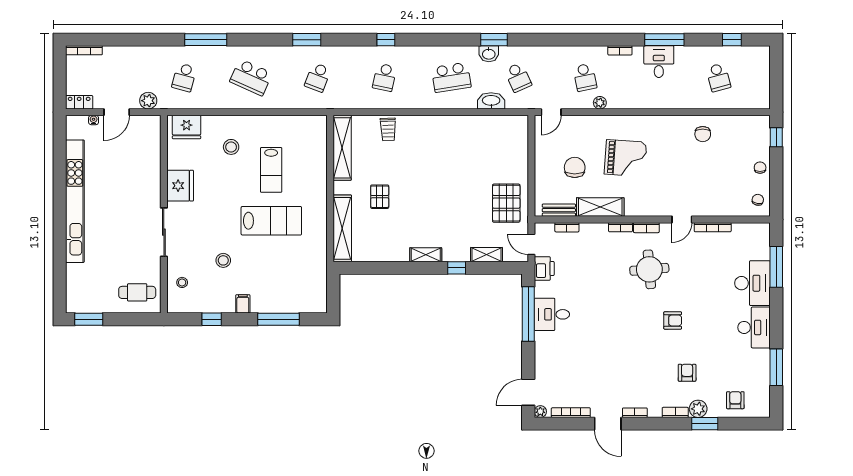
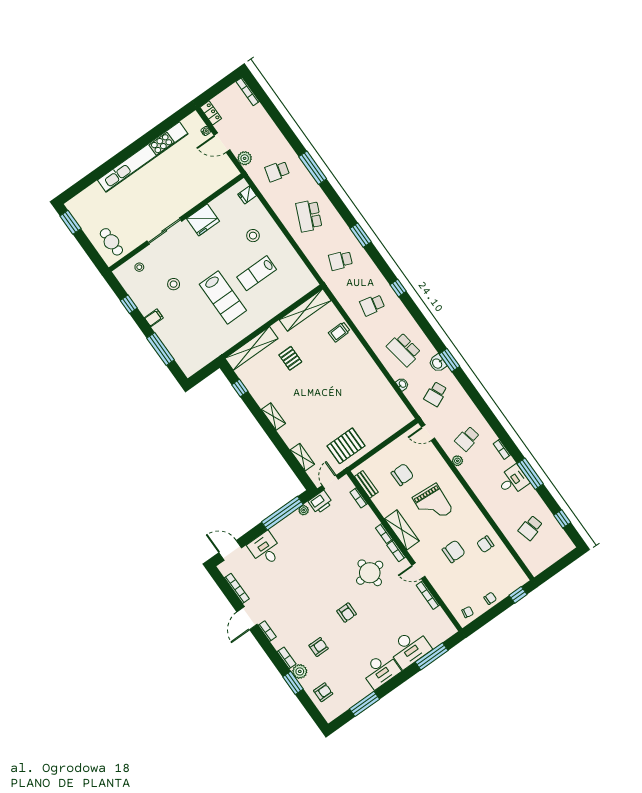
washbasin: (491, 101) -> (402, 384), width x0.52, depth x0.69
fridge: (187, 127) -> (247, 195), width x0.53, depth x0.75
chair: (687, 171) -> (454, 551), added
pallet: (380, 197) -> (290, 358), turned 90
shelving: (600, 207) -> (402, 530), moved
window: (457, 268) -> (240, 388), moved
desk: (552, 314) -> (265, 549), moved
plant: (540, 412) -> (304, 510), moved

